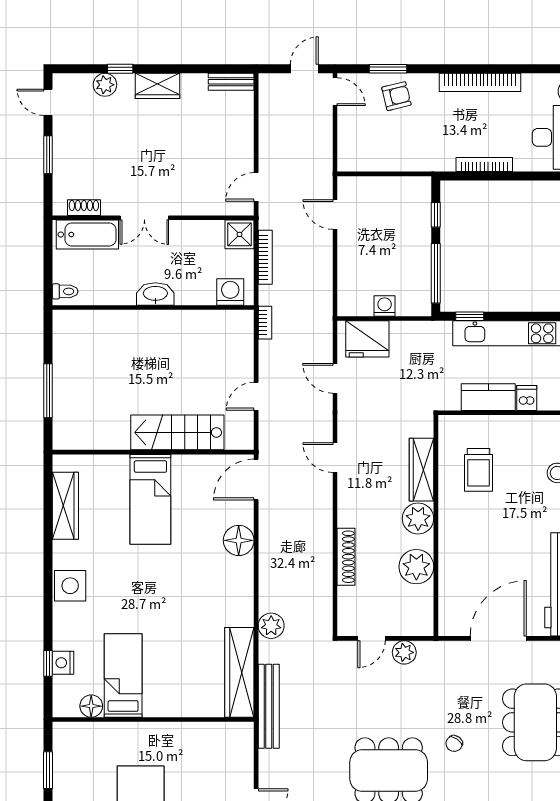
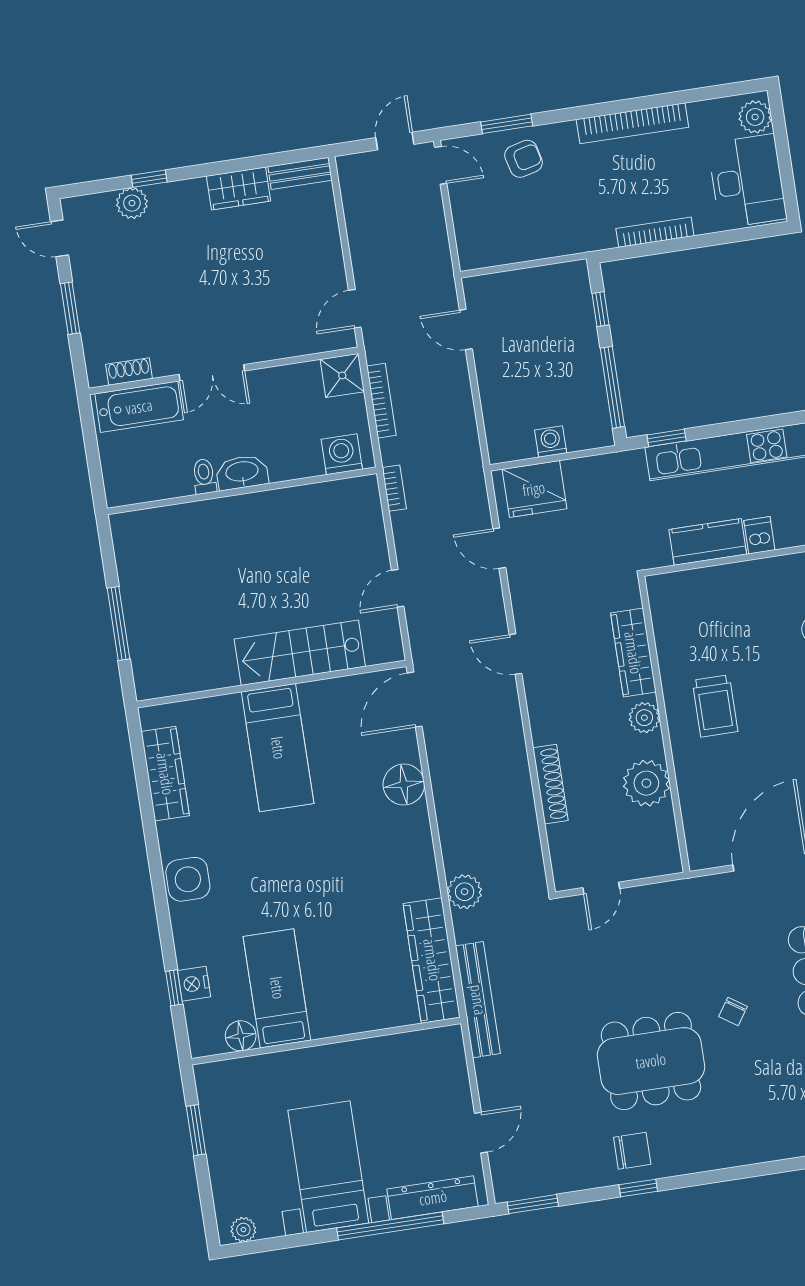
wardrobe: (157, 86) -> (239, 188), moved
toilet: (65, 291) -> (204, 476), moved, turned -90
trolley: (478, 470) -> (715, 706), moved
plant: (418, 519) -> (644, 718), width x0.73, depth x0.73
plant: (404, 652) -> (648, 900), removed

